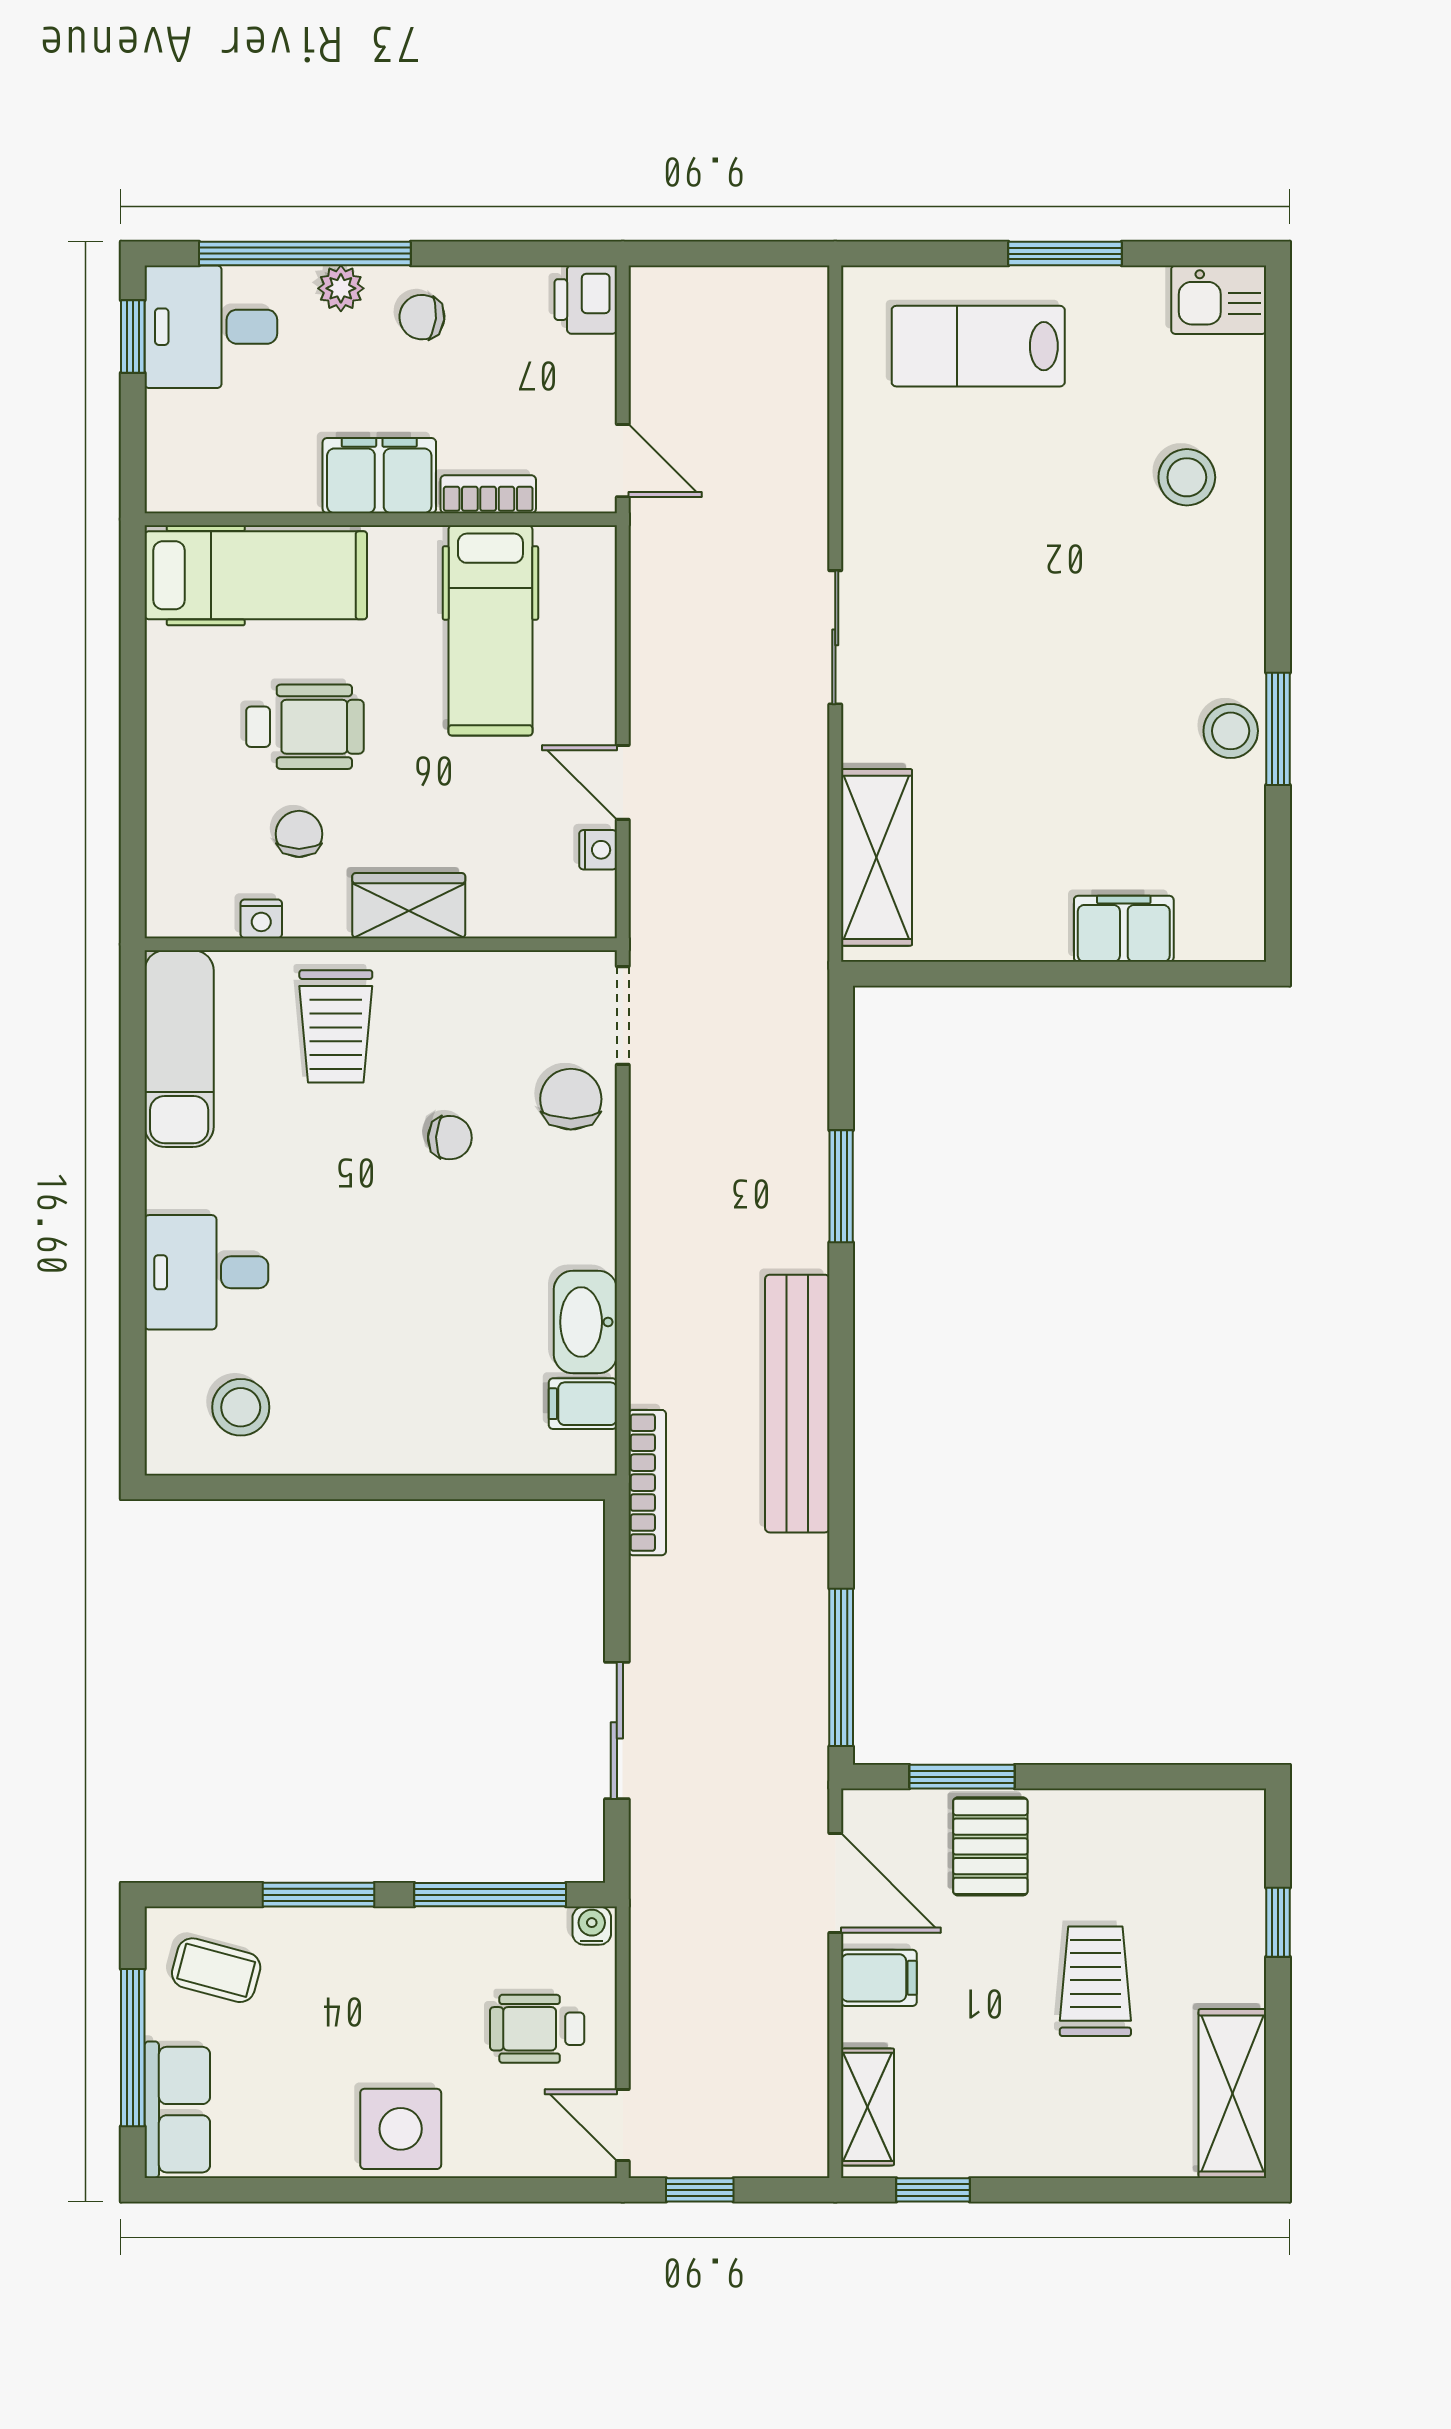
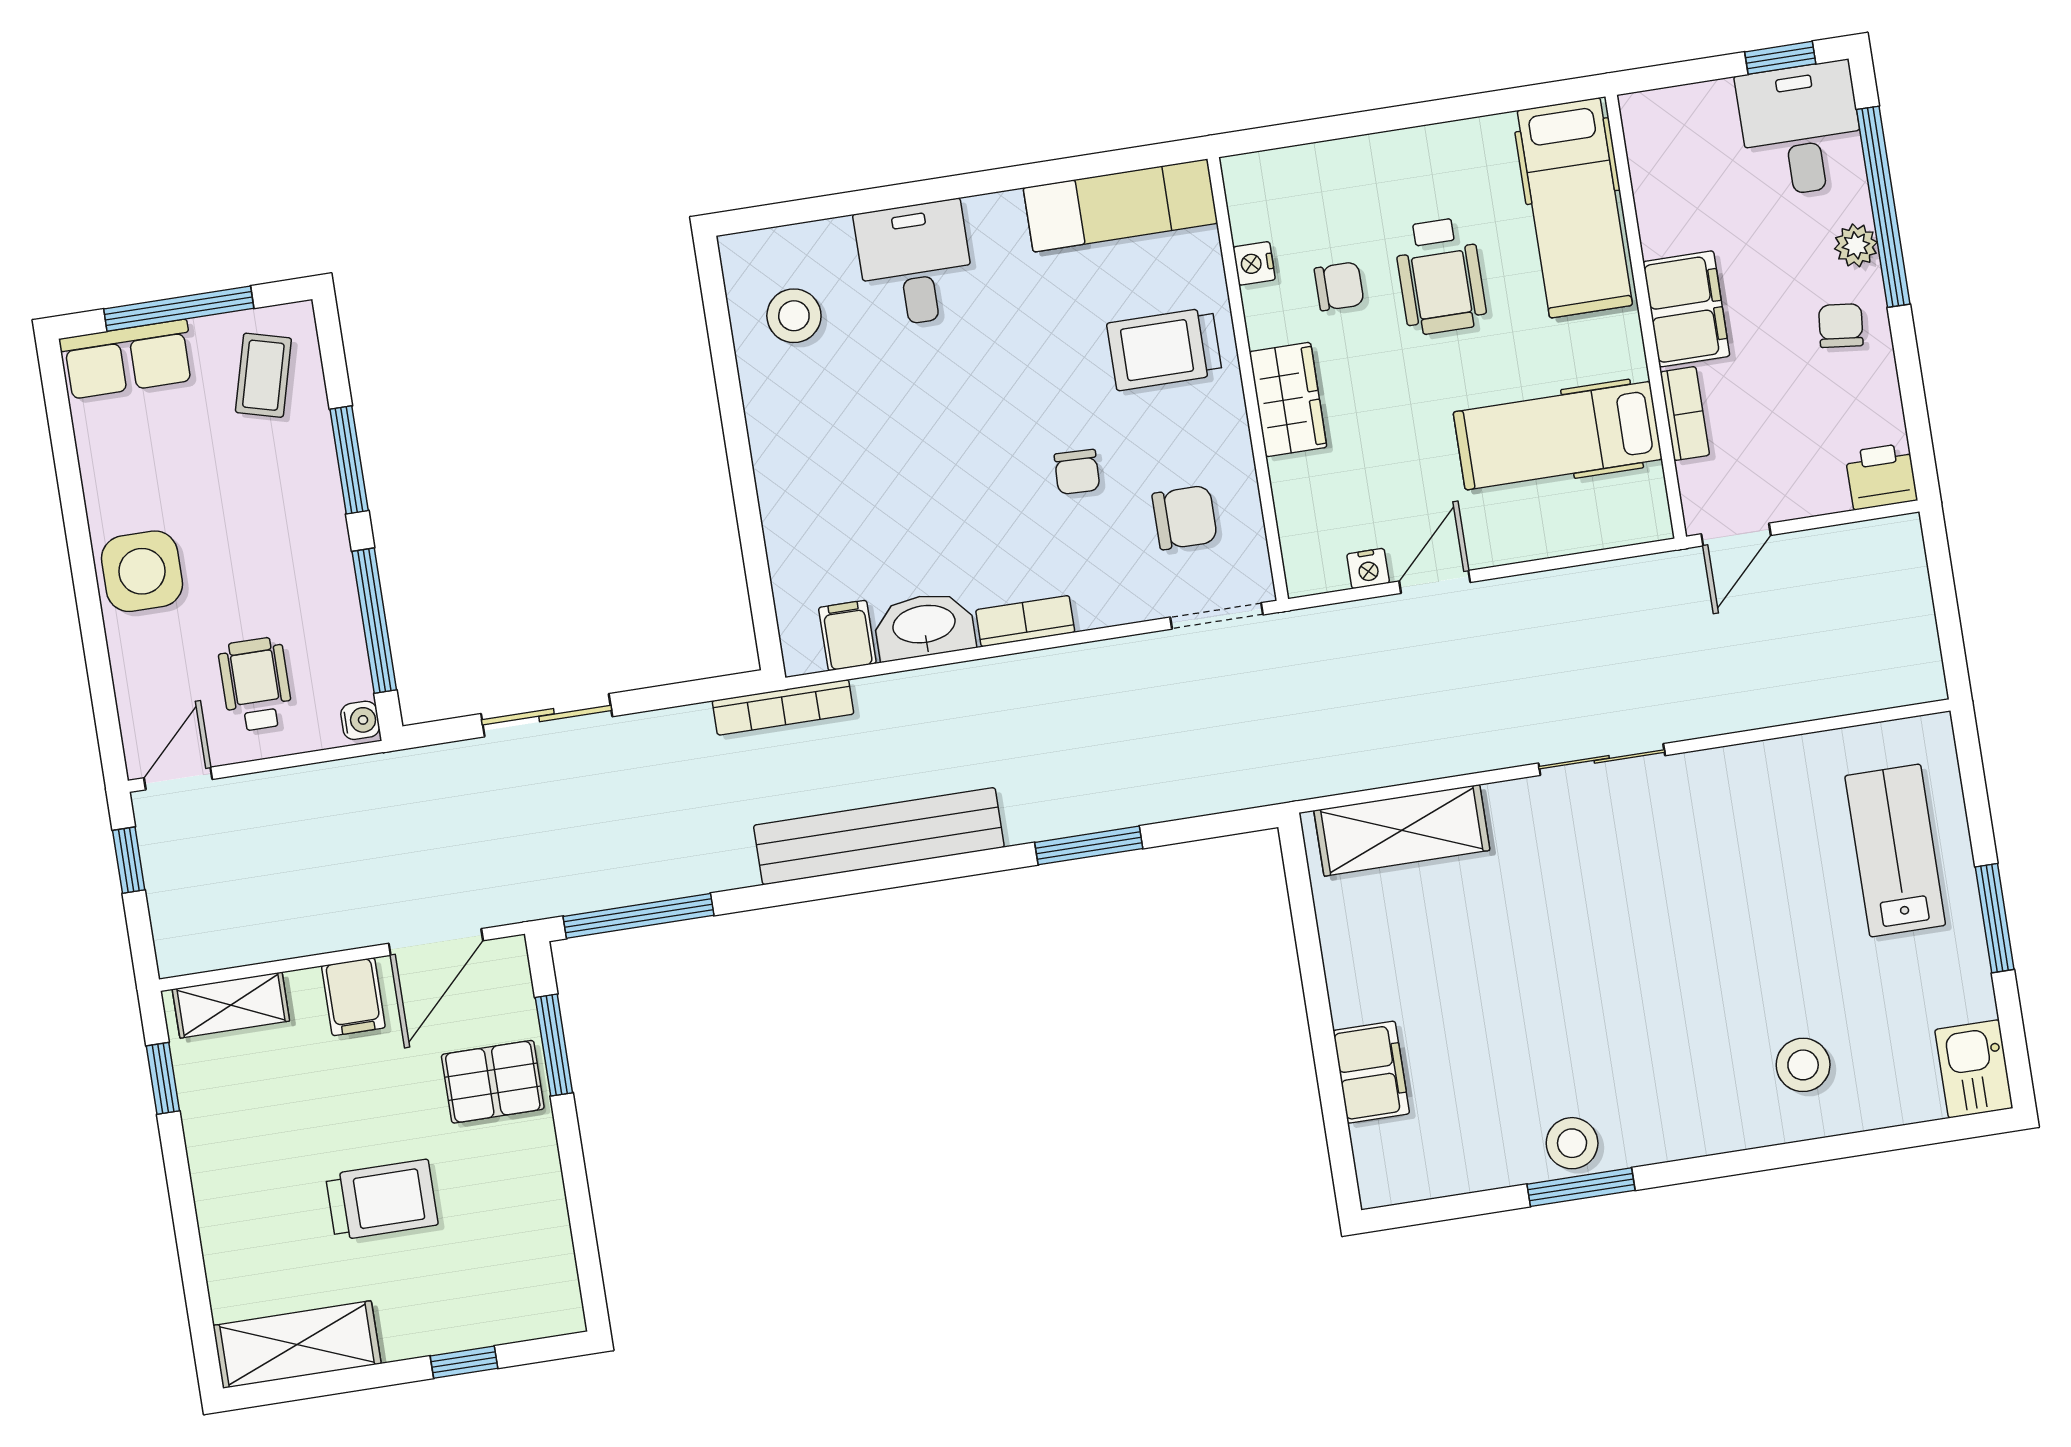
chair: (571, 1099) -> (1185, 517), moved
bookcase: (597, 1216) -> (1025, 621), added

